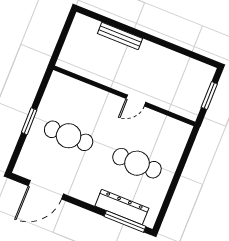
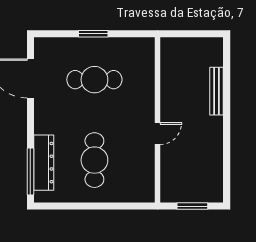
door: (136, 100) -> (158, 134), swing flipped
cafe table: (69, 136) -> (94, 80), turned 90

